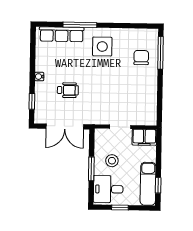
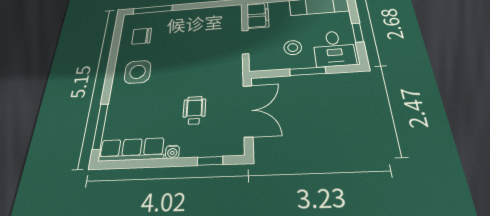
window: (80, 25) -> (100, 126), moved
row of seats: (62, 34) -> (132, 149), moved, turned -90
chair: (141, 58) -> (142, 36), moved

